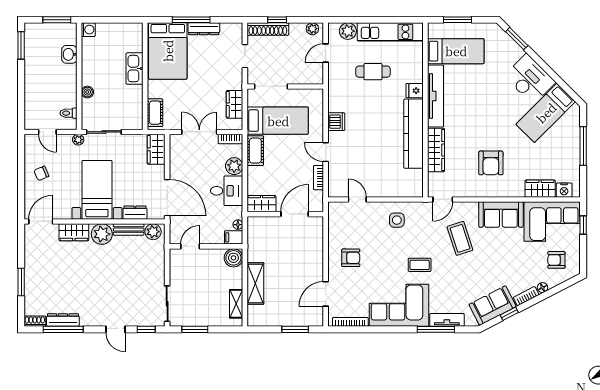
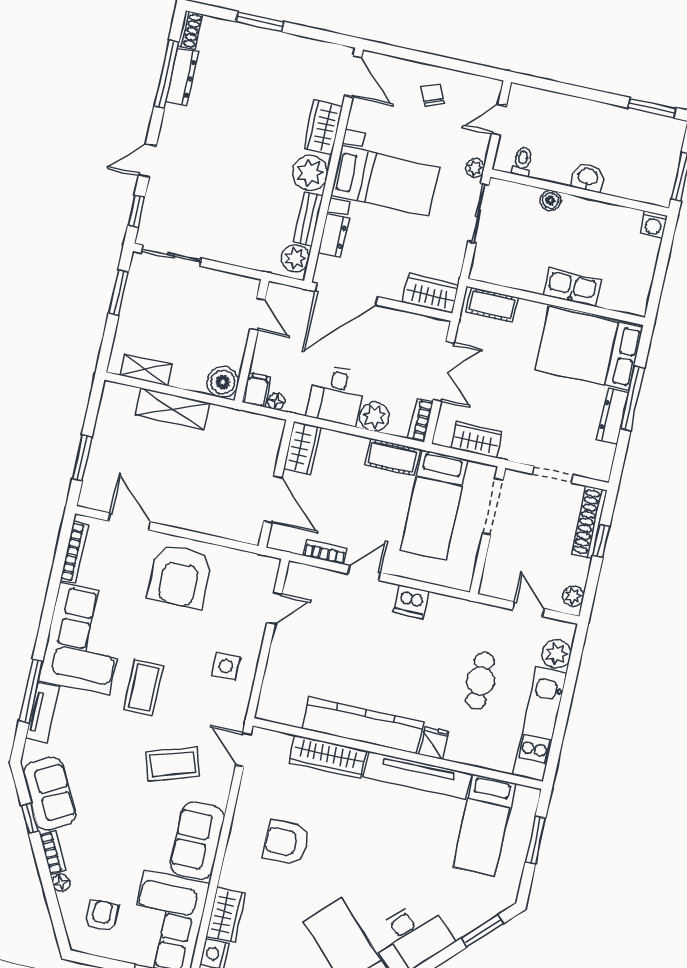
washbasin: (69, 54) -> (588, 177), moved
armchair: (351, 258) -> (180, 576), width x1.88, depth x1.88
coffee table: (420, 265) -> (143, 688), width x1.36, depth x1.30

